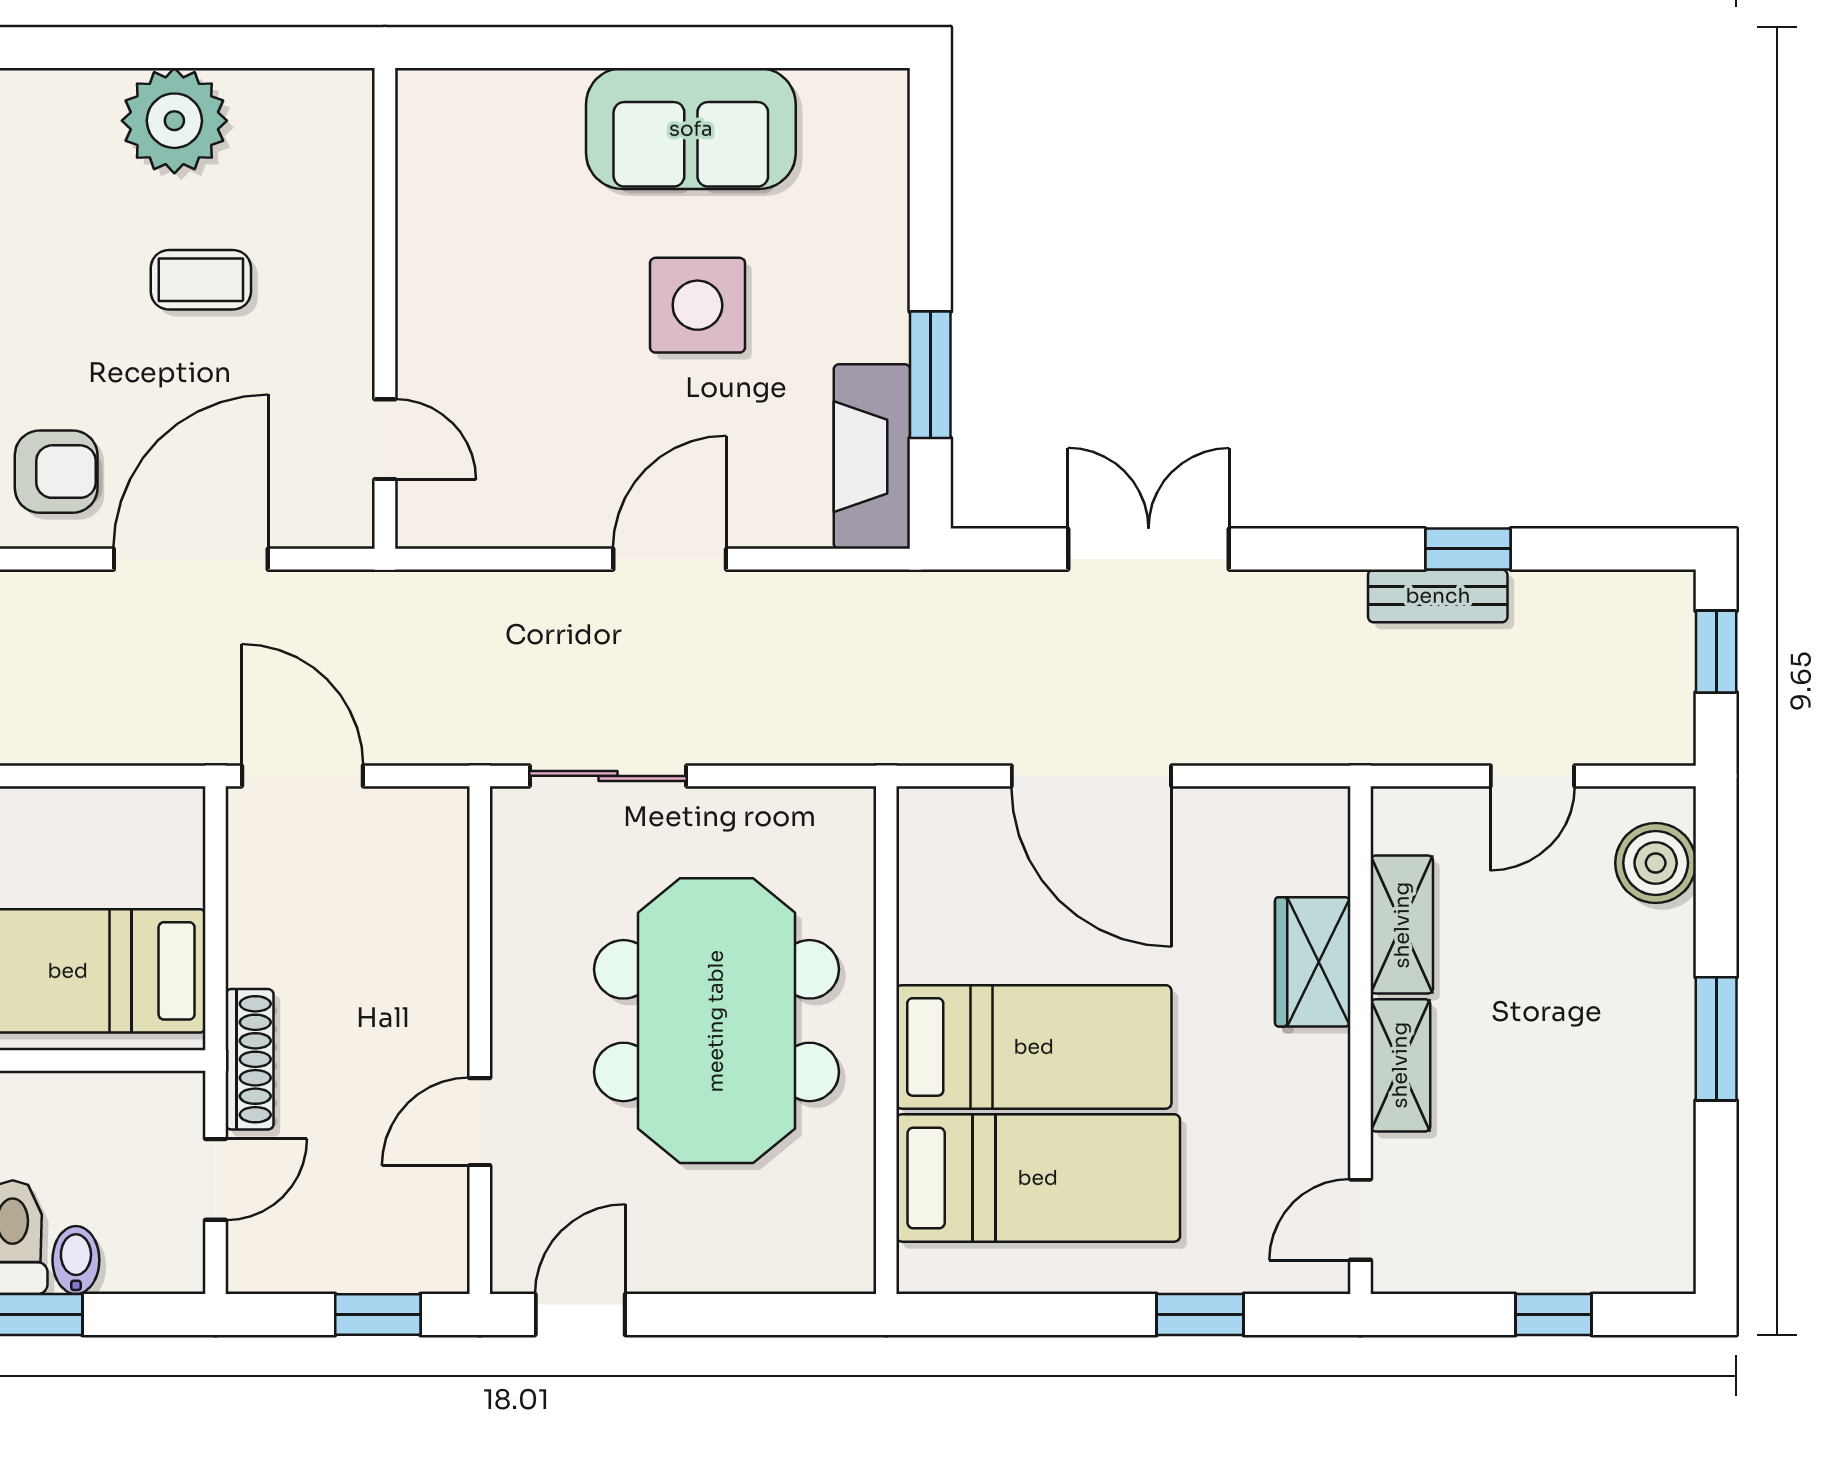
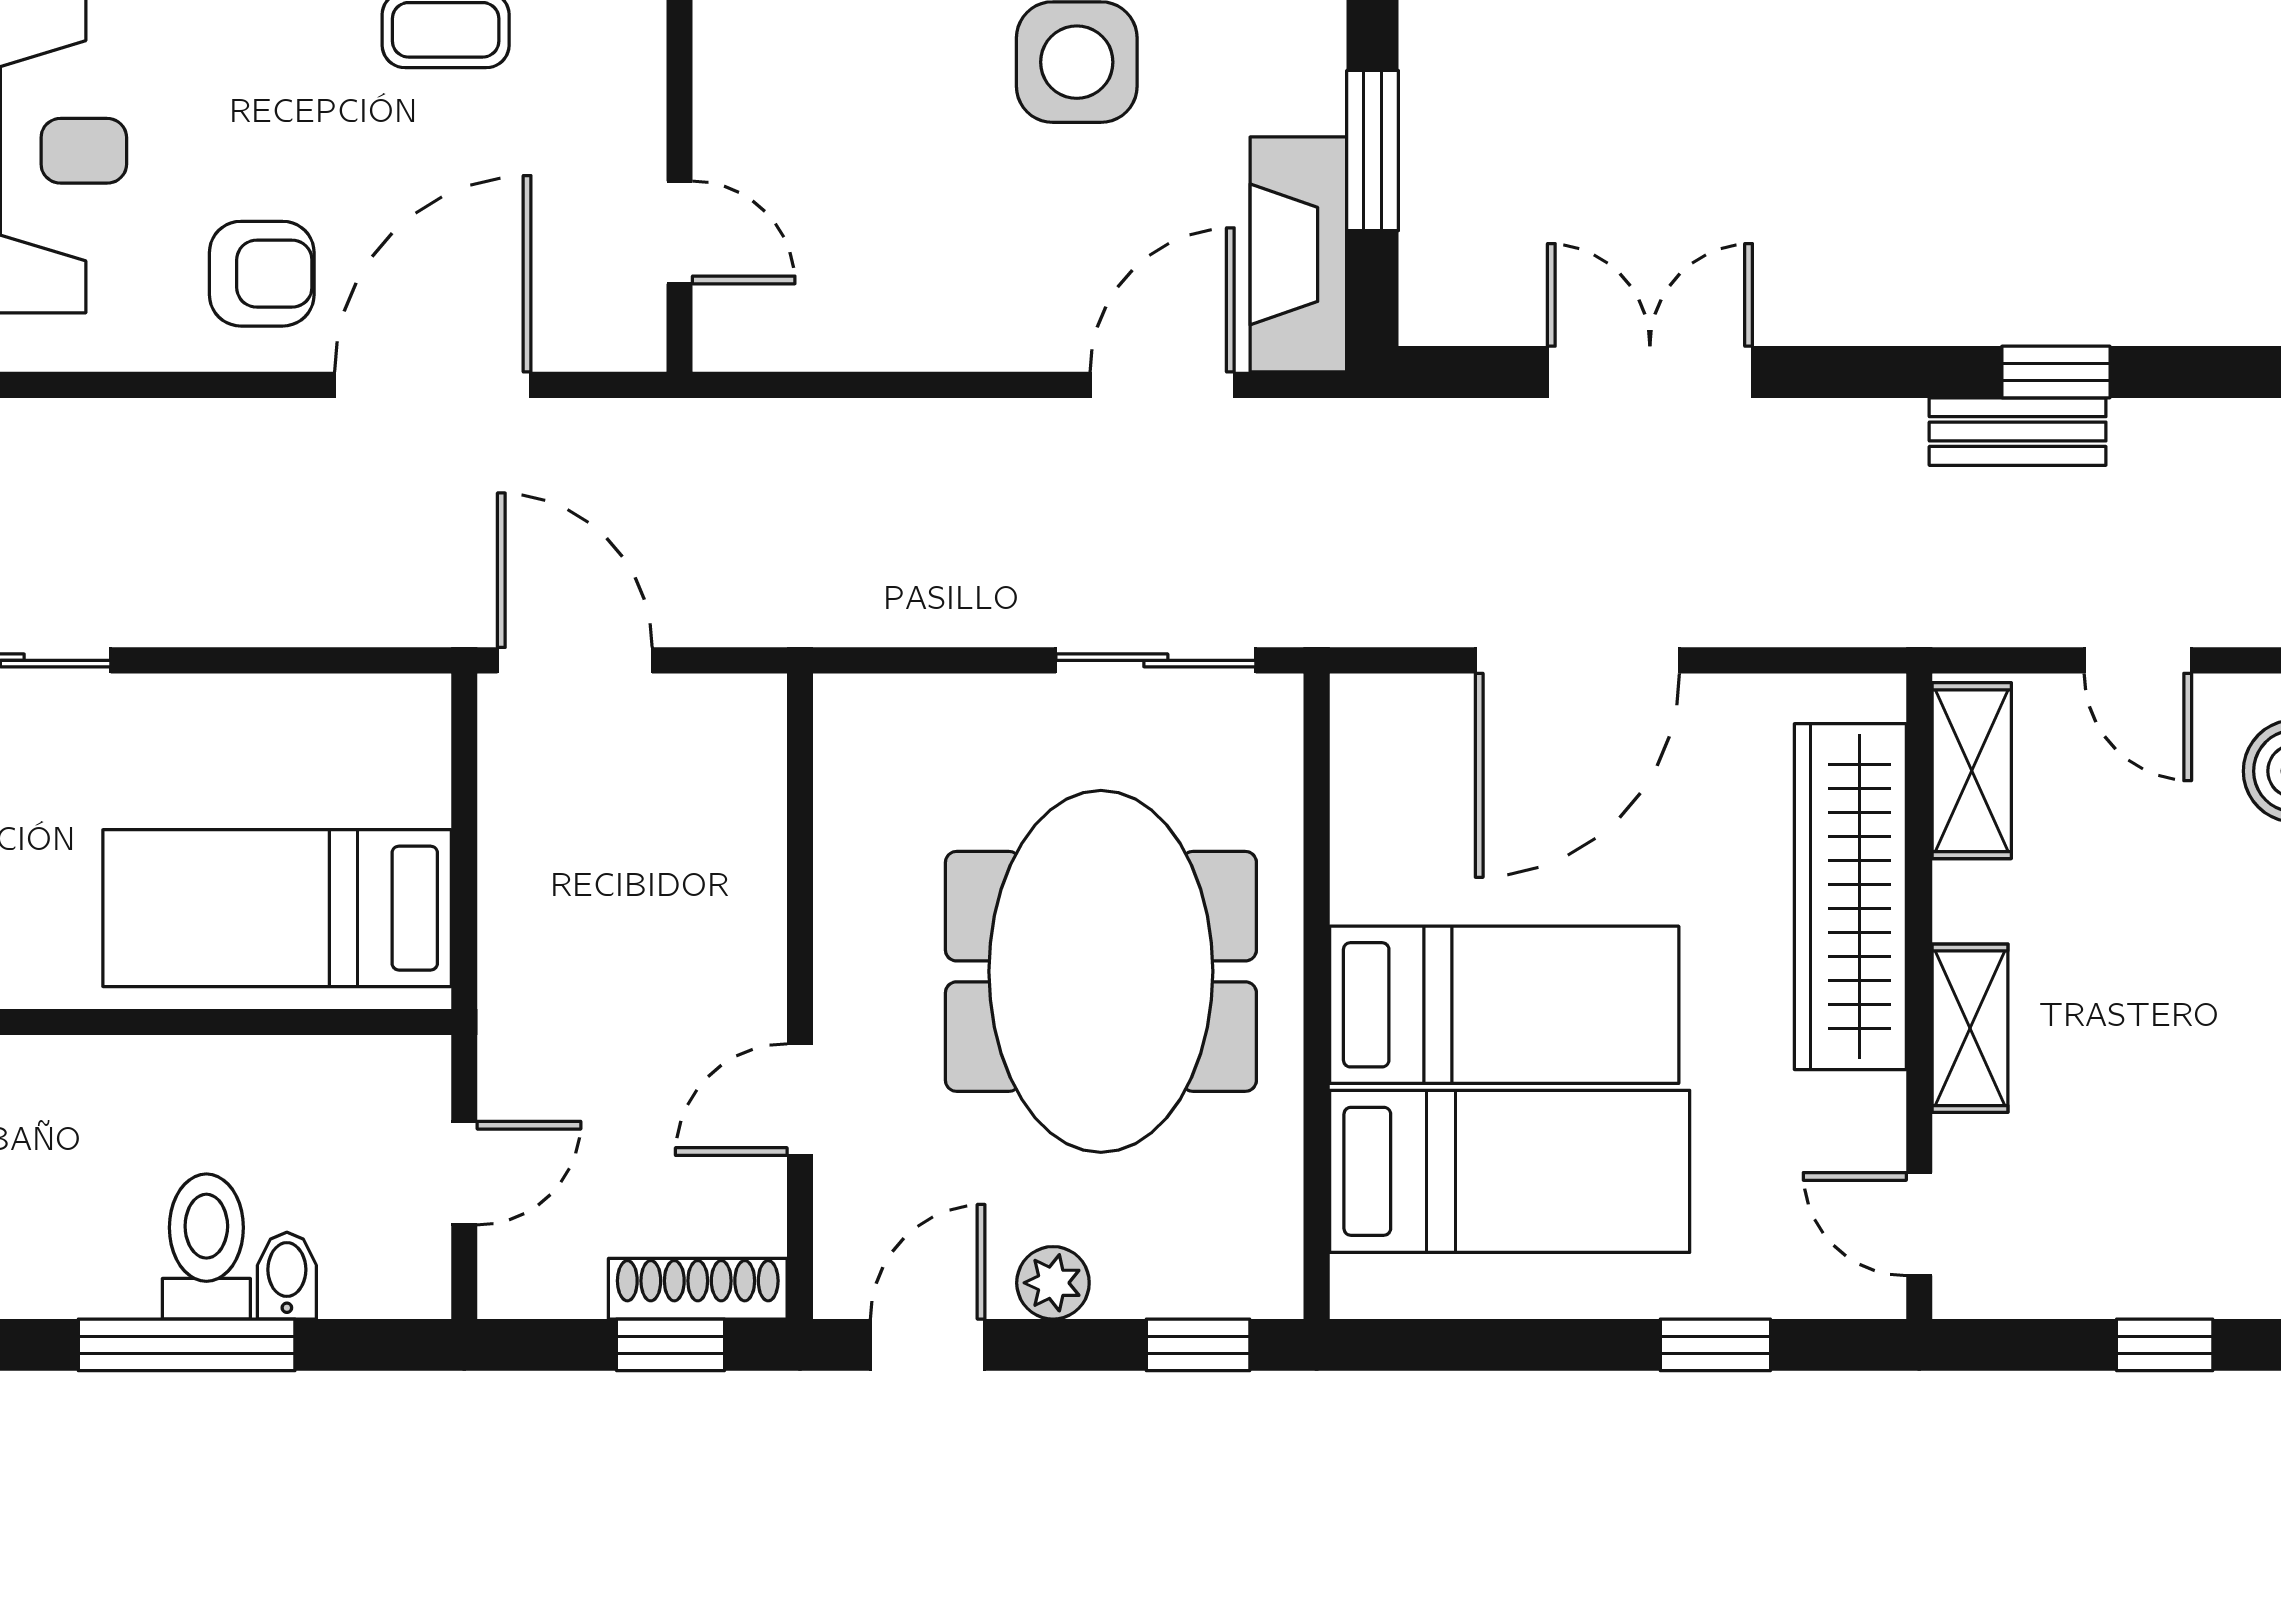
door: (670, 559) -> (1162, 385), moved
sliding door: (608, 776) -> (1156, 660), moved
door: (1091, 776) -> (1577, 660), hinge flipped
door: (1532, 776) -> (2138, 660), hinge flipped
shelving: (1402, 925) -> (1972, 771), moved
wardrobe: (1313, 962) -> (1850, 897), width x2.10, depth x1.17
shoe rack: (250, 1059) -> (698, 1289), moved, turned -90
door: (1360, 1220) -> (1919, 1224), hinge flipped
plant: (679, 1266) -> (1053, 1283), added
window: (793, 1315) -> (1198, 1345), added

